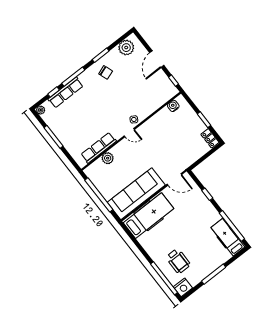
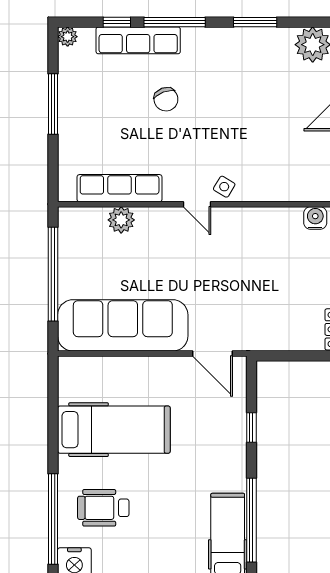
chair: (106, 72) -> (166, 99), moved
hospital bed: (148, 216) -> (114, 430), moved
wheelchair: (178, 261) -> (103, 508), turned 90

